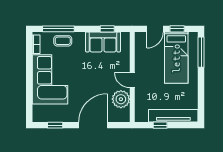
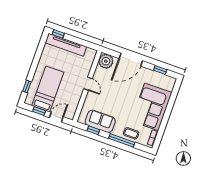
window: (58, 29) -> (122, 140), moved
window: (201, 52) -> (27, 86), width x0.46
plant: (121, 99) -> (106, 61), moved
window: (160, 125) -> (58, 34), moved

